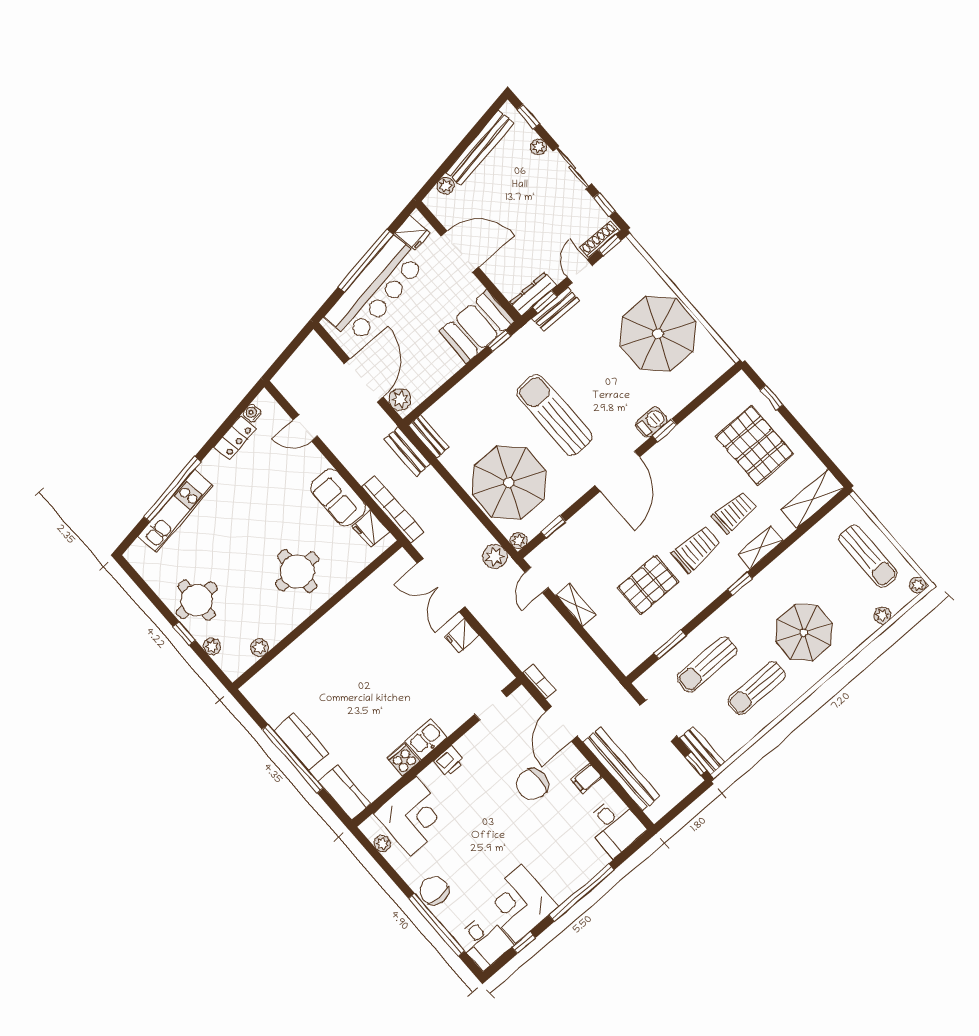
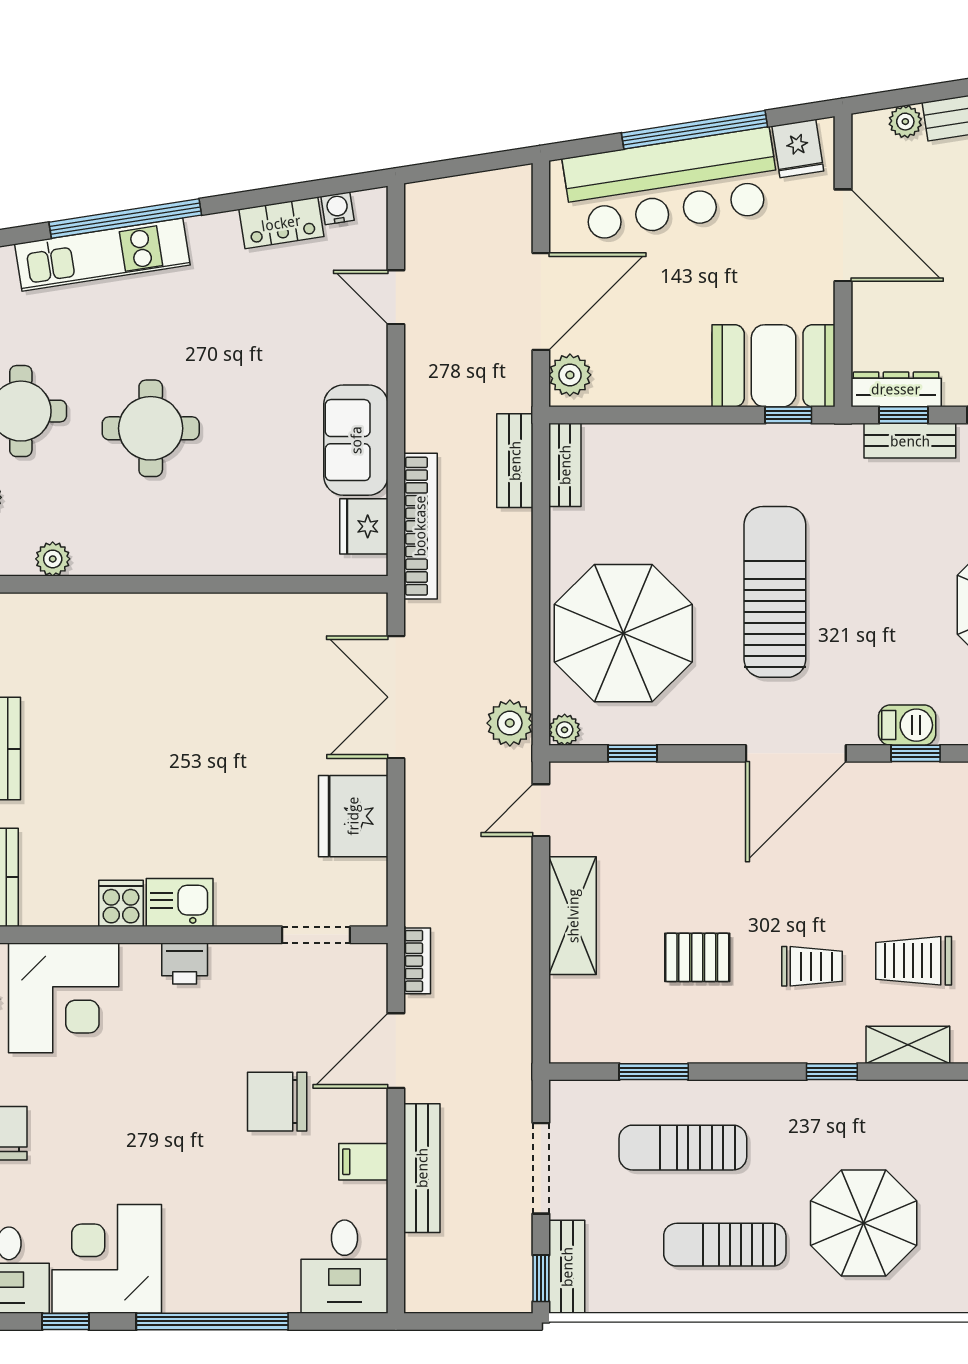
trolley: (734, 512) -> (914, 961), turned 180
trolley: (696, 549) -> (812, 966), width x0.73, depth x0.72
round table: (297, 571) -> (151, 428), moved
pallet: (648, 585) -> (697, 957), width x0.67, depth x0.71
shelving: (576, 605) -> (573, 916), width x1.50, depth x1.33
fridge: (462, 636) -> (353, 816), width x1.88, depth x1.34
bench: (621, 769) -> (422, 1168), width x0.73, depth x0.82

